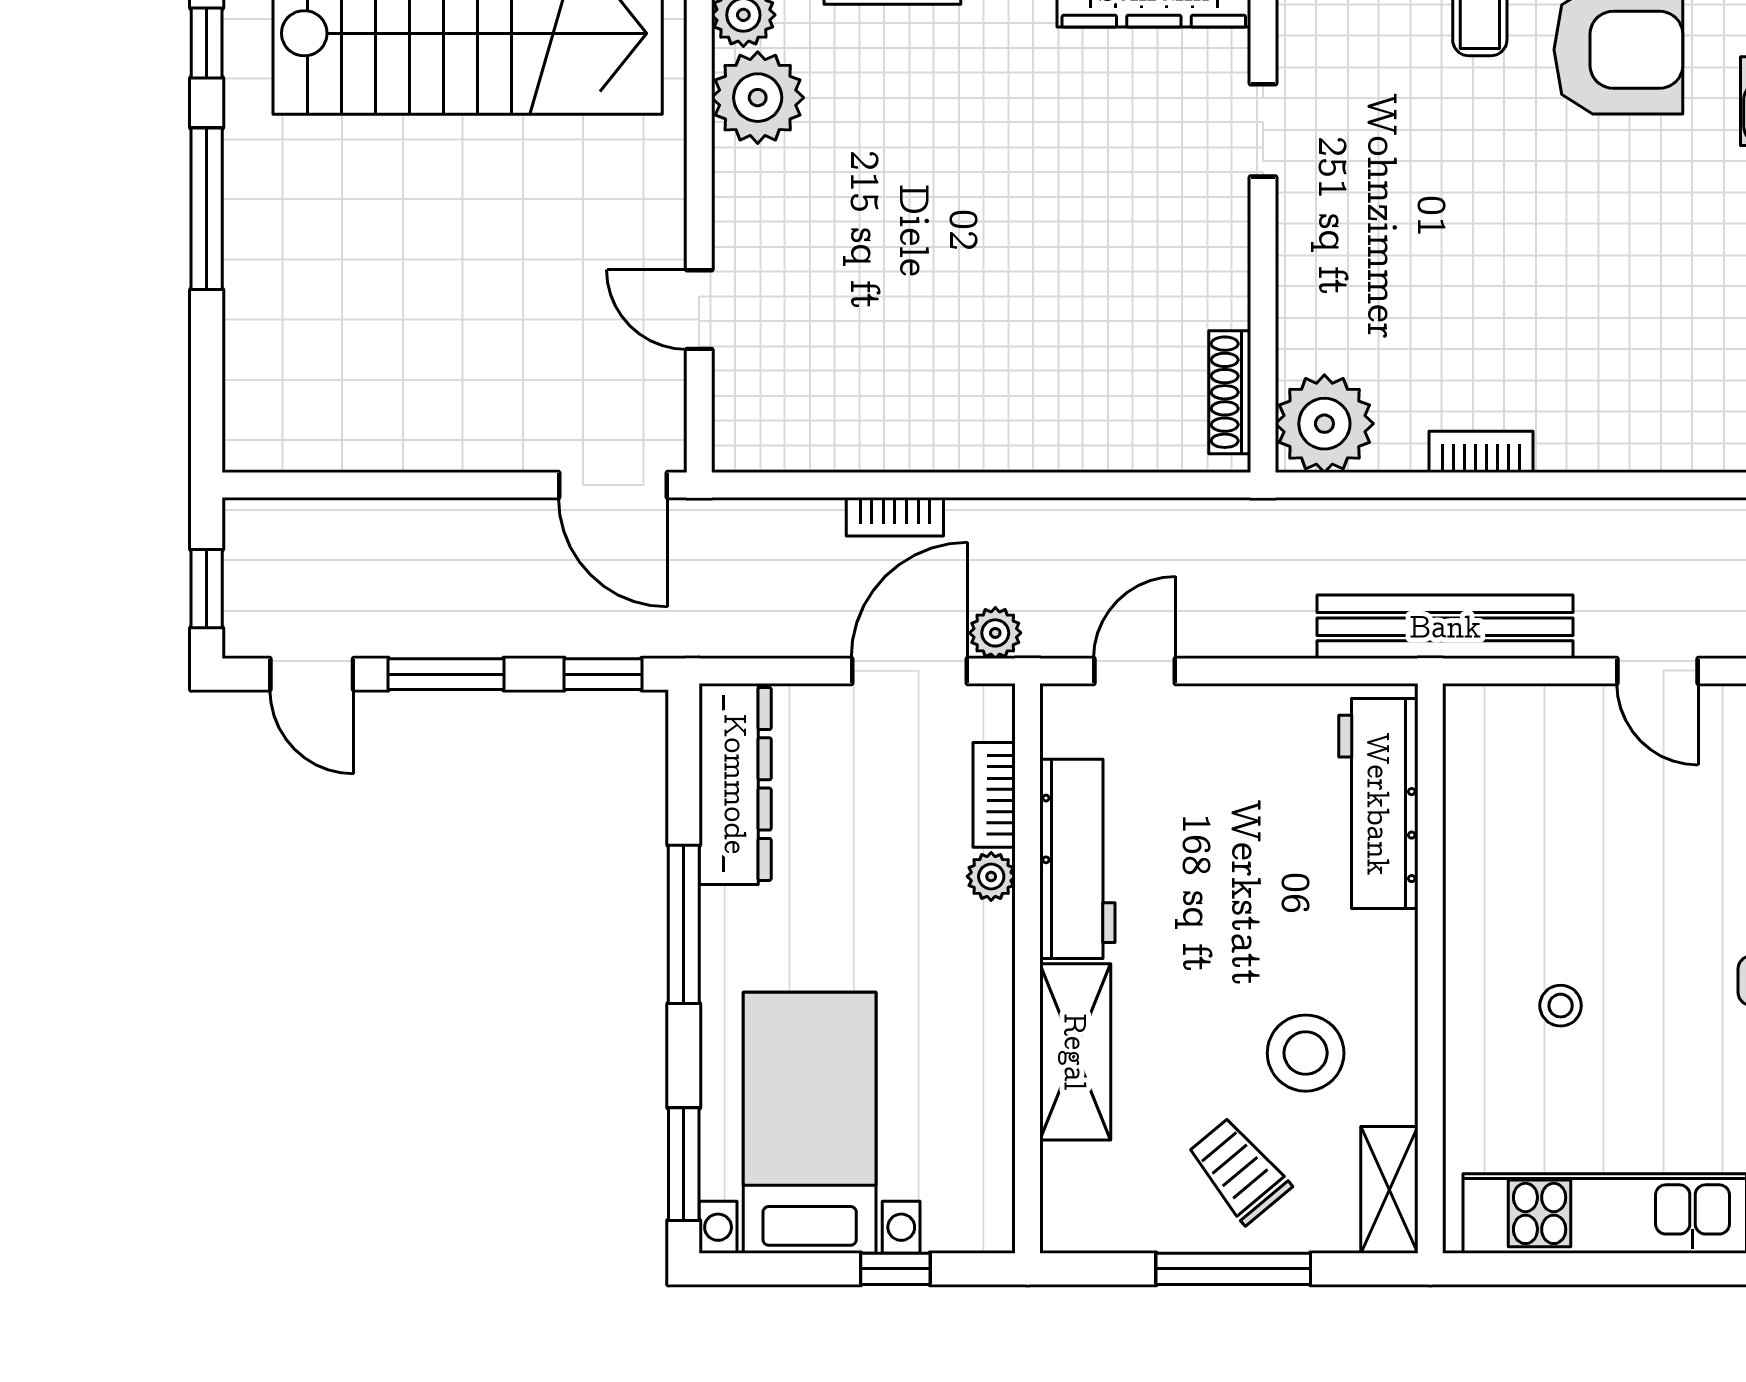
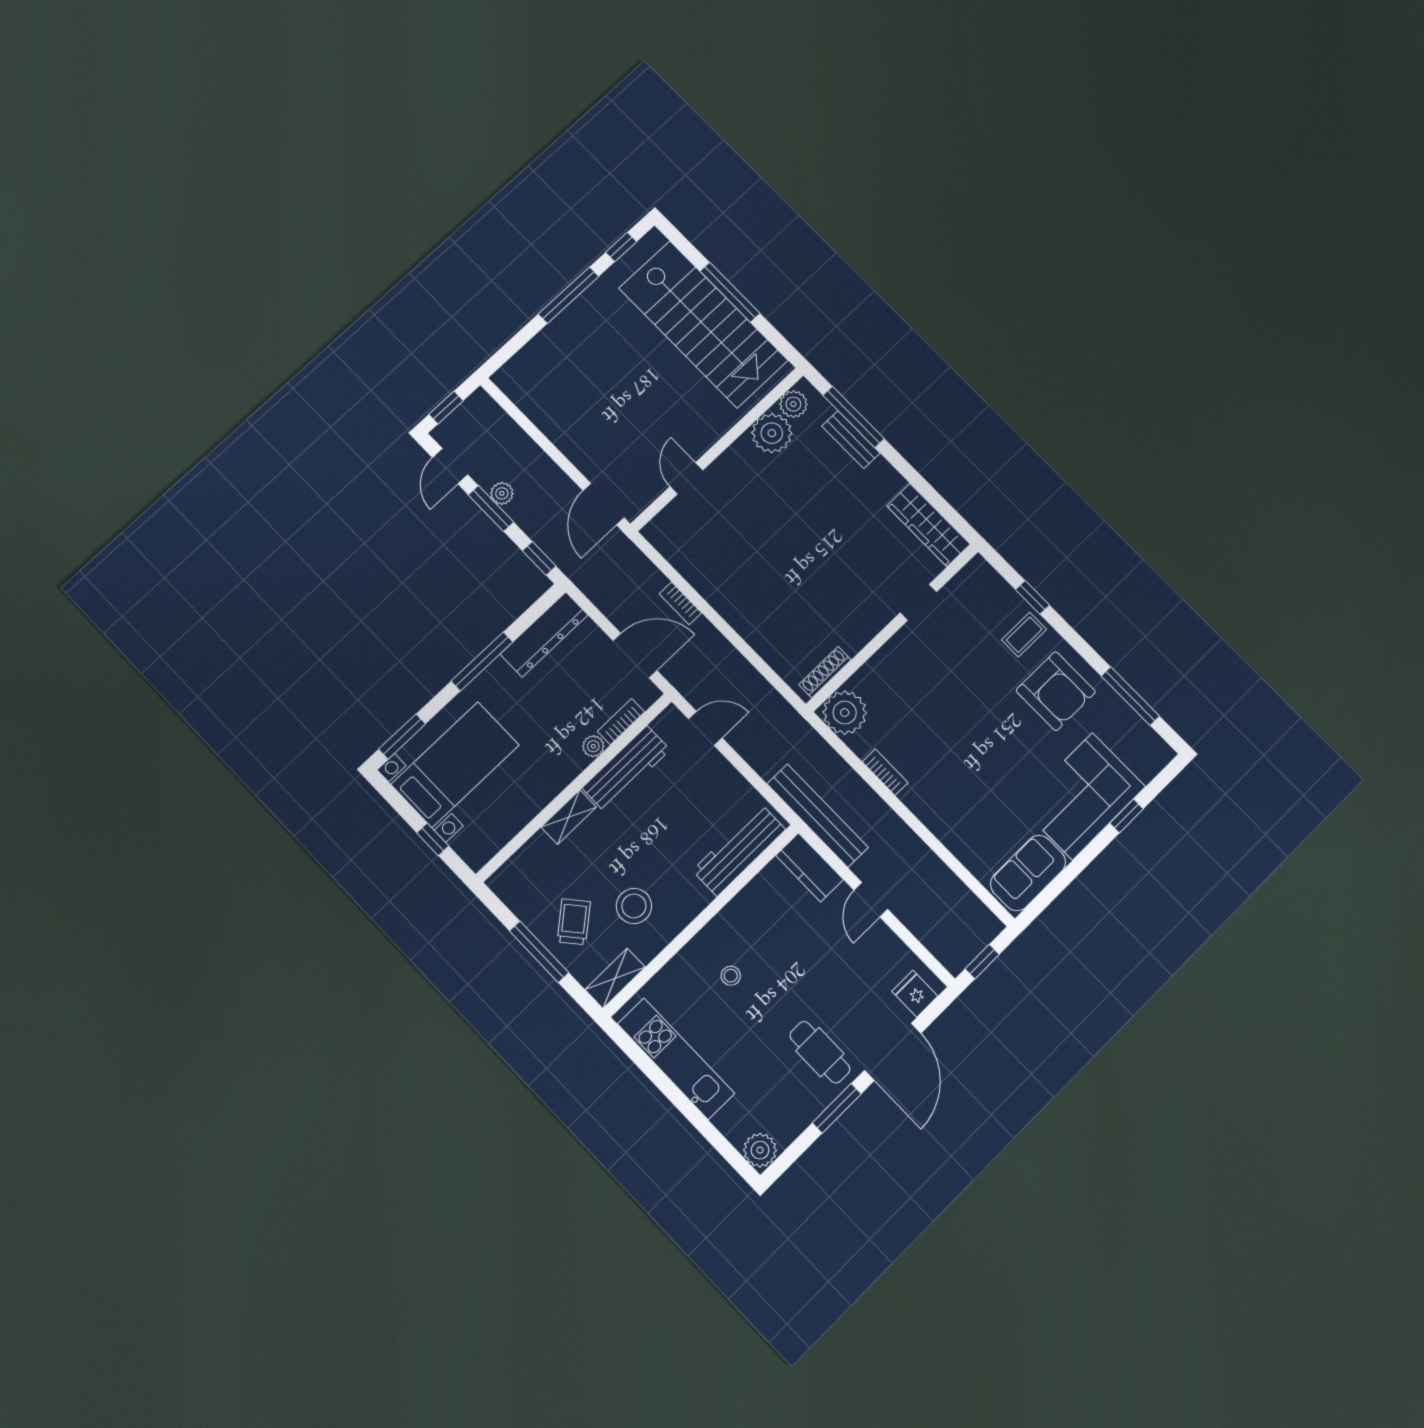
plant: (995, 633) -> (502, 493), moved
kitchen counter: (1514, 719) -> (810, 867), added
shelving: (1075, 1052) -> (569, 817), width x0.67, depth x0.75

